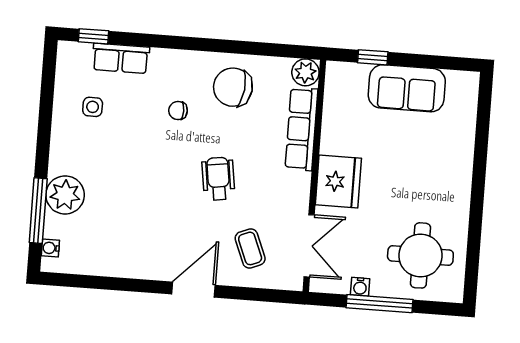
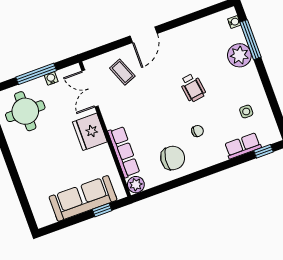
sofa: (407, 88) -> (83, 198), width x1.36
wheelchair: (218, 179) -> (193, 88), moved

